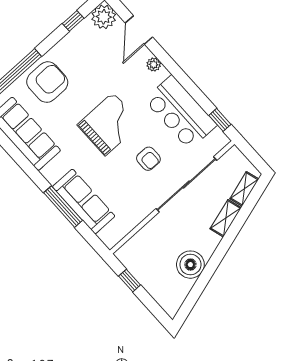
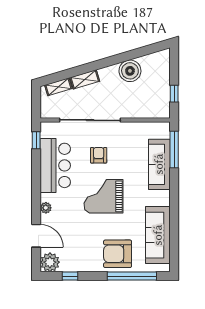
door: (139, 30) -> (36, 236), hinge flipped
window: (63, 207) -> (174, 149), moved

